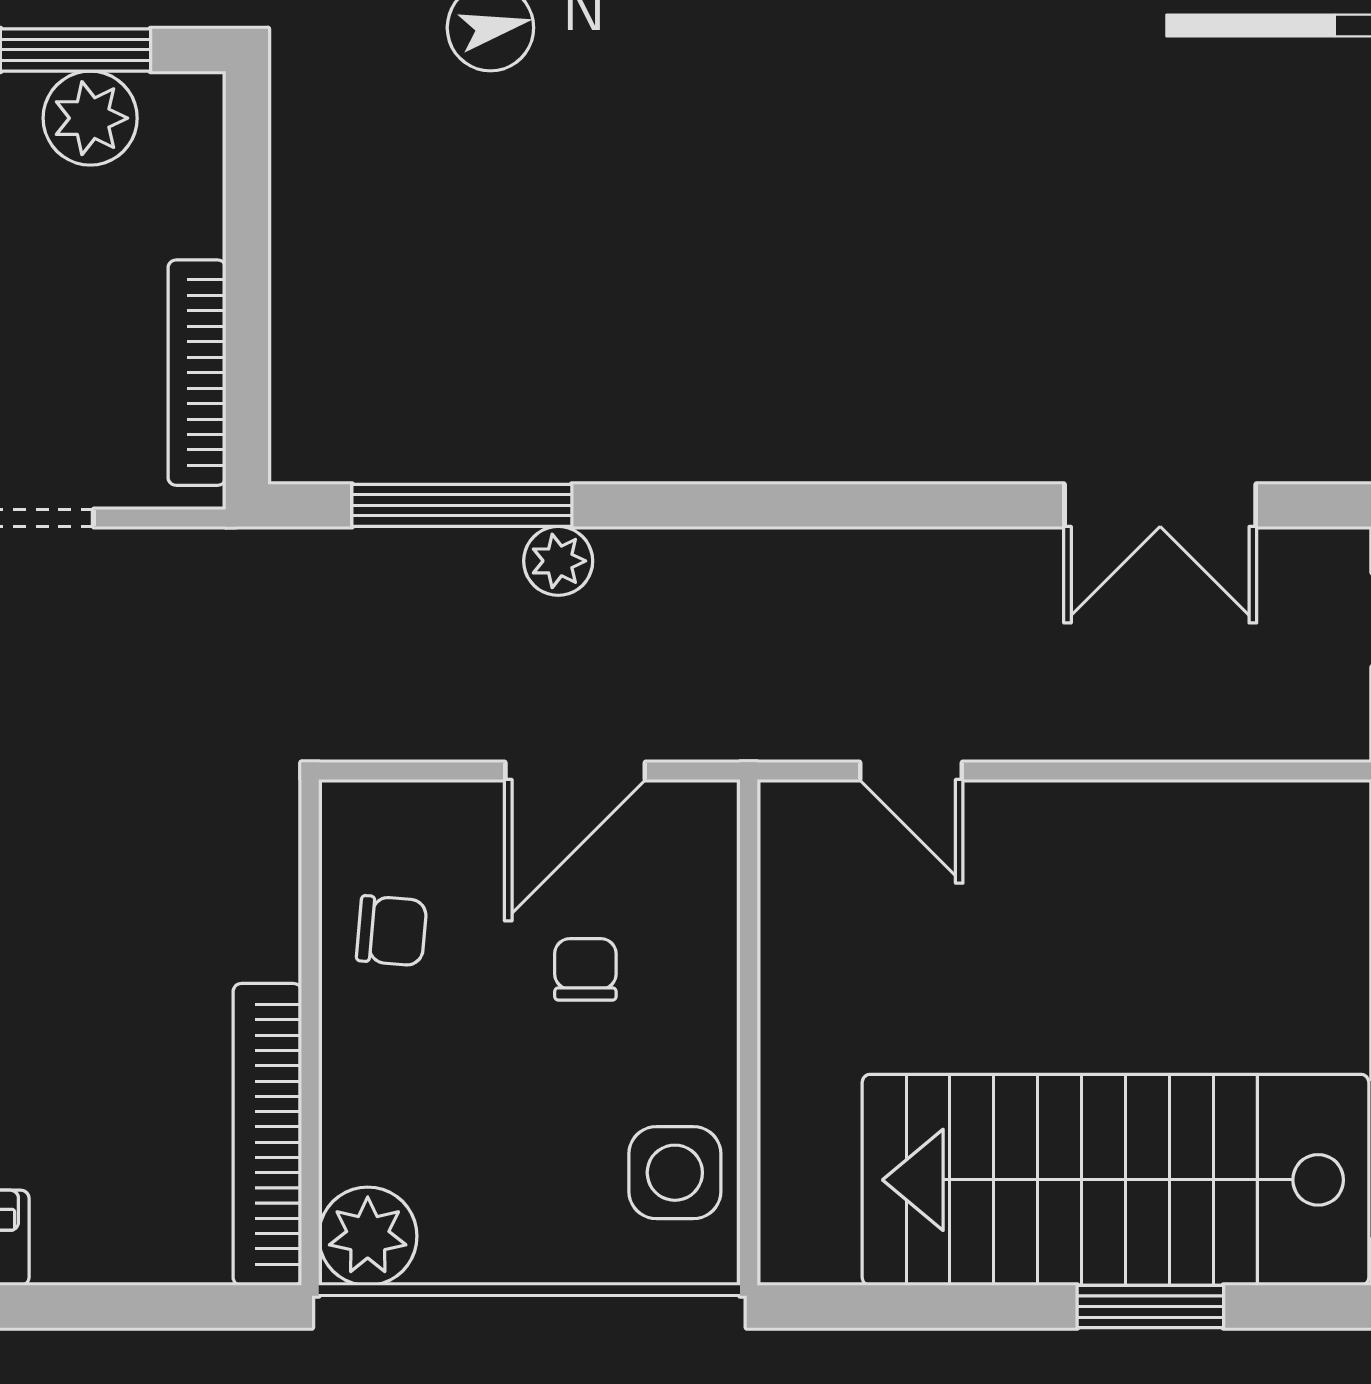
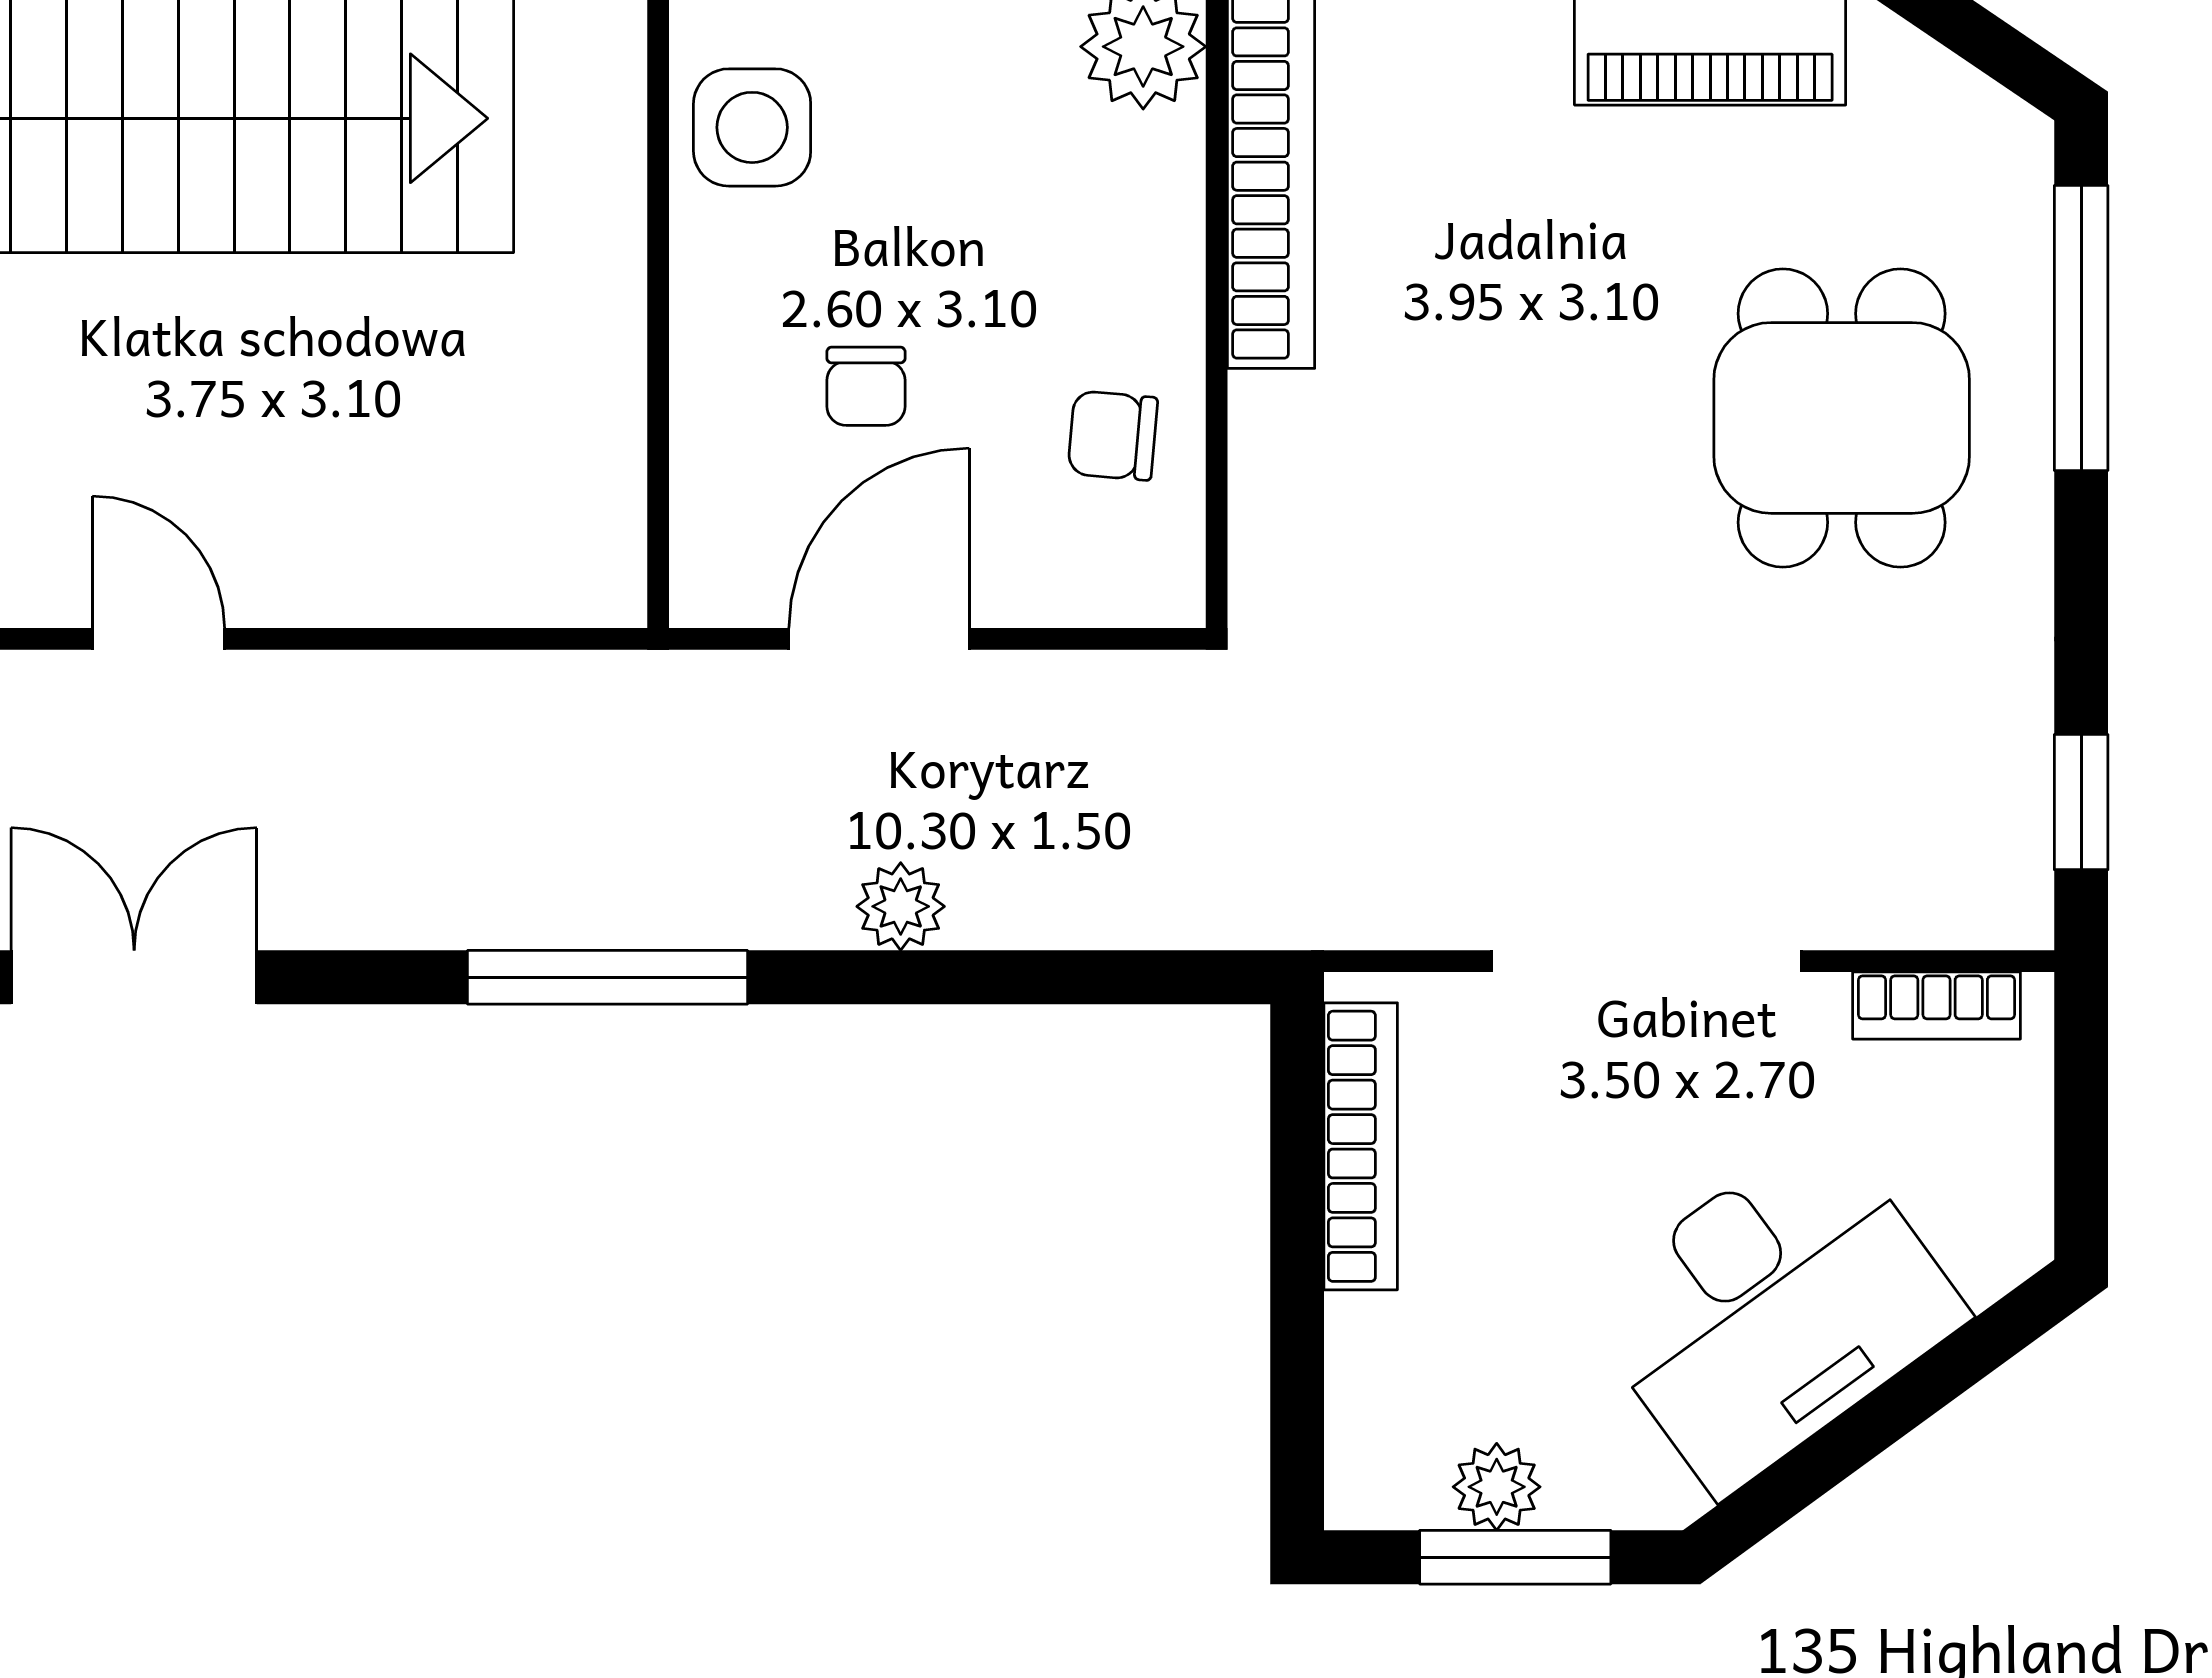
plant: (90, 118) -> (1497, 1487), width x0.73, depth x0.73
window: (462, 505) -> (608, 977), moved
door: (911, 771) -> (158, 639), moved

